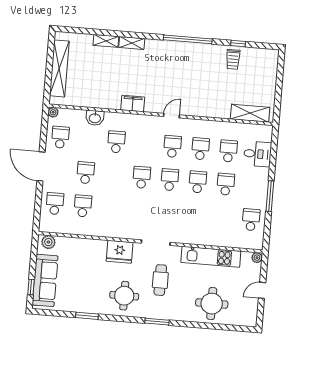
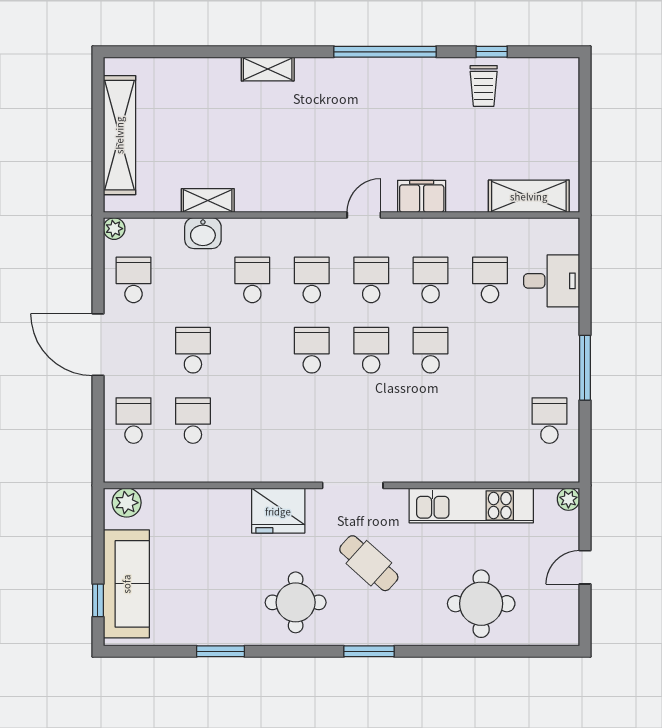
shelving: (106, 41) -> (208, 201), moved
filing cabinet: (133, 104) -> (422, 196), moved
school desk: (226, 184) -> (312, 280), moved
cafe table: (160, 280) -> (369, 563), turned -48

